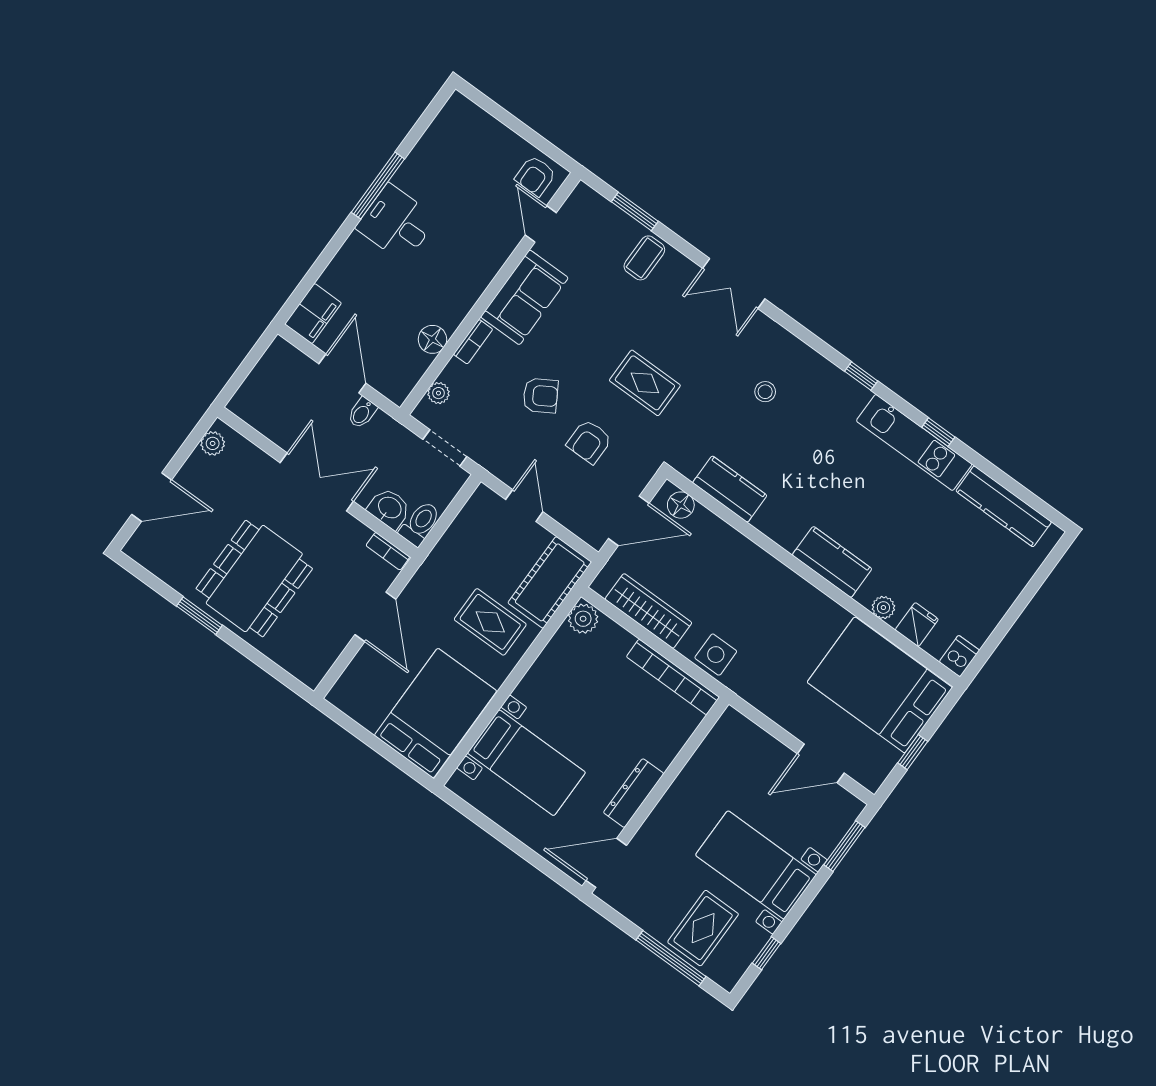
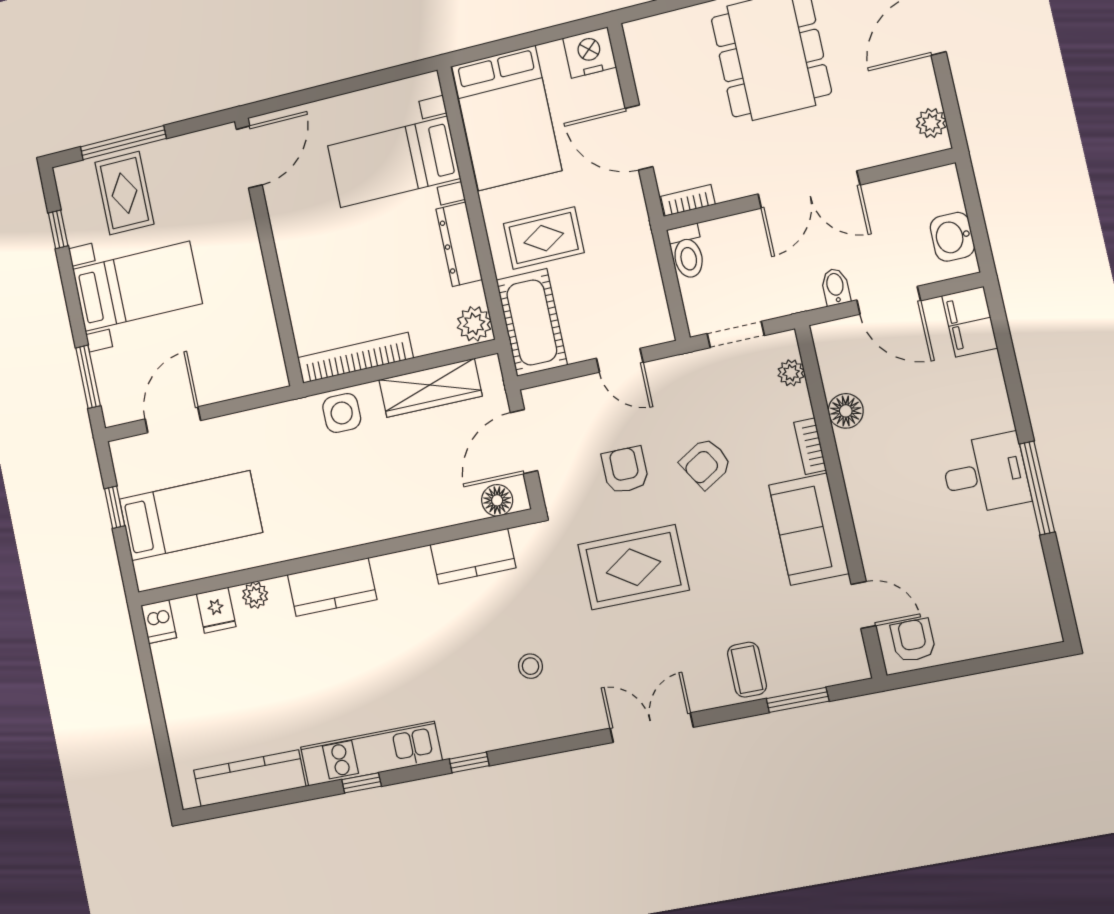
rug: (645, 383) -> (633, 567), width x1.36, depth x1.43
washbasin: (389, 508) -> (952, 237), moved, turned 90
bed: (880, 685) -> (191, 516), width x0.67
nightstand: (349, 696) -> (590, 53), added
dresser: (634, 793) -> (459, 244), moved, turned 180

